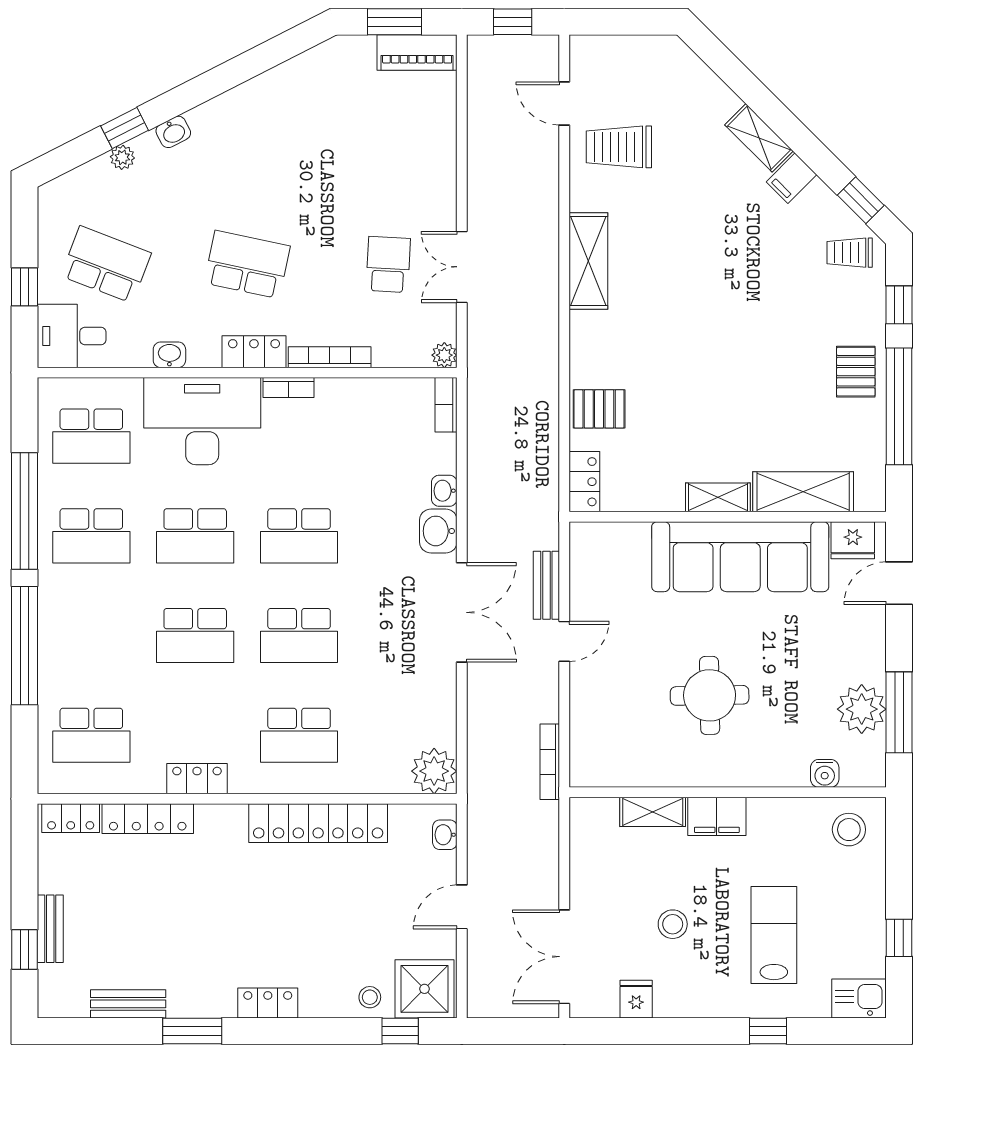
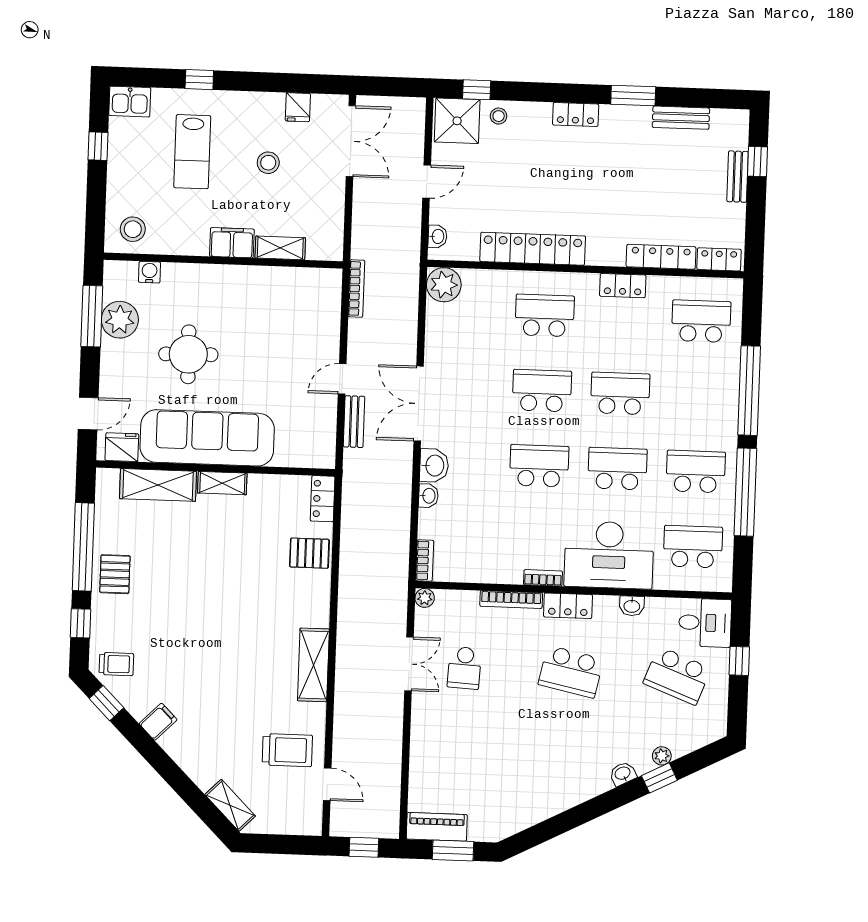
shelving: (759, 138) -> (230, 805), moved
round table: (710, 695) -> (188, 354), moved

